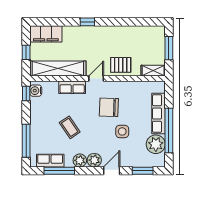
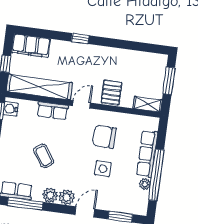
pallet: (121, 65) -> (111, 93), turned 90
chair: (109, 107) -> (105, 137), moved
plant: (156, 144) -> (145, 184), width x0.53, depth x0.53

